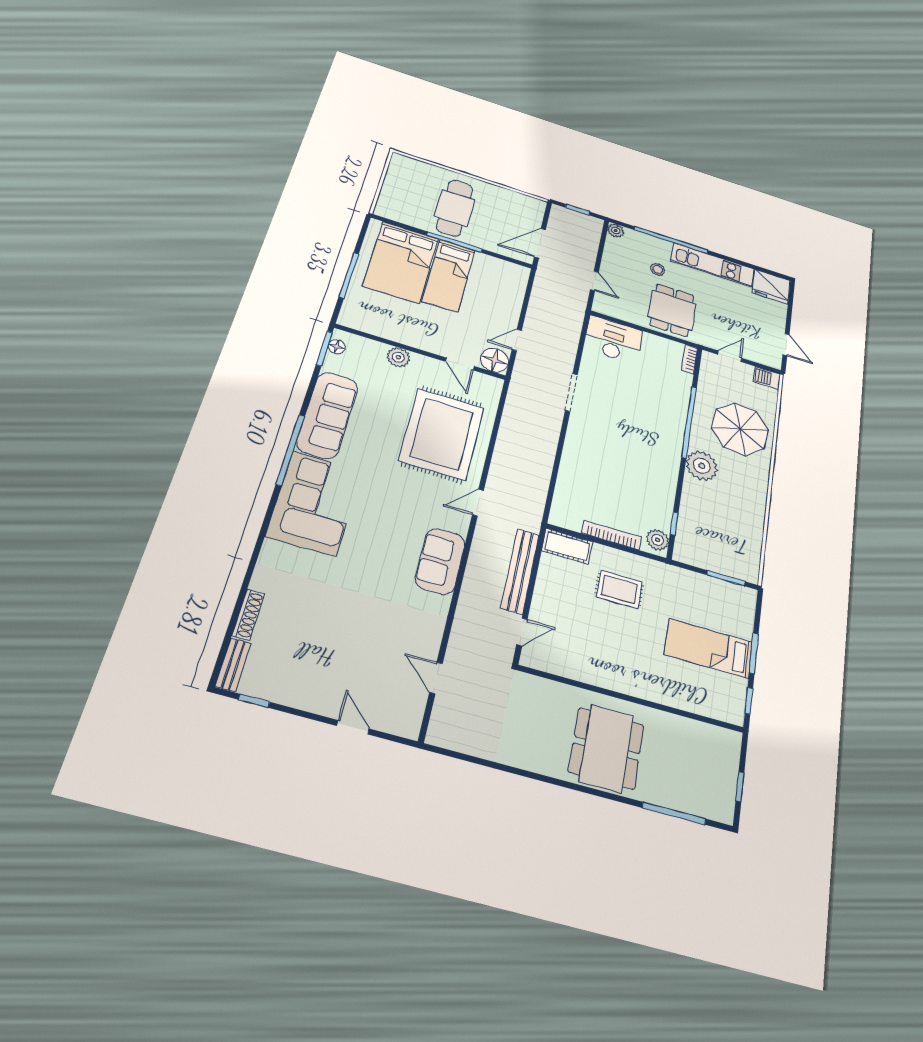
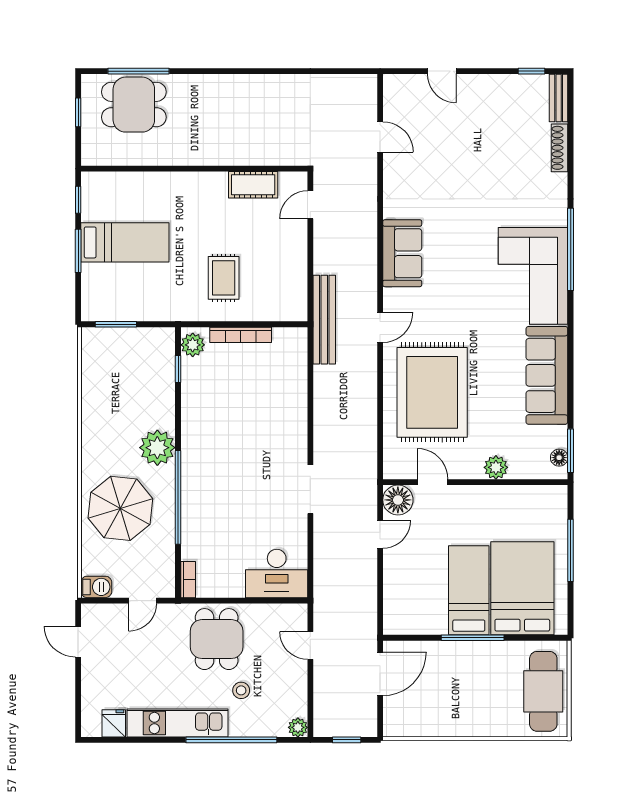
cafe table: (455, 208) -> (543, 691), moved
fridge: (771, 287) -> (114, 723), width x0.53, depth x0.75
window: (290, 450) -> (571, 249), moved
cot: (567, 546) -> (253, 185), moved
bench: (520, 571) -> (324, 320), moved
rug: (619, 589) -> (224, 278), turned 90
dining table: (606, 748) -> (134, 105), moved, width x0.73

